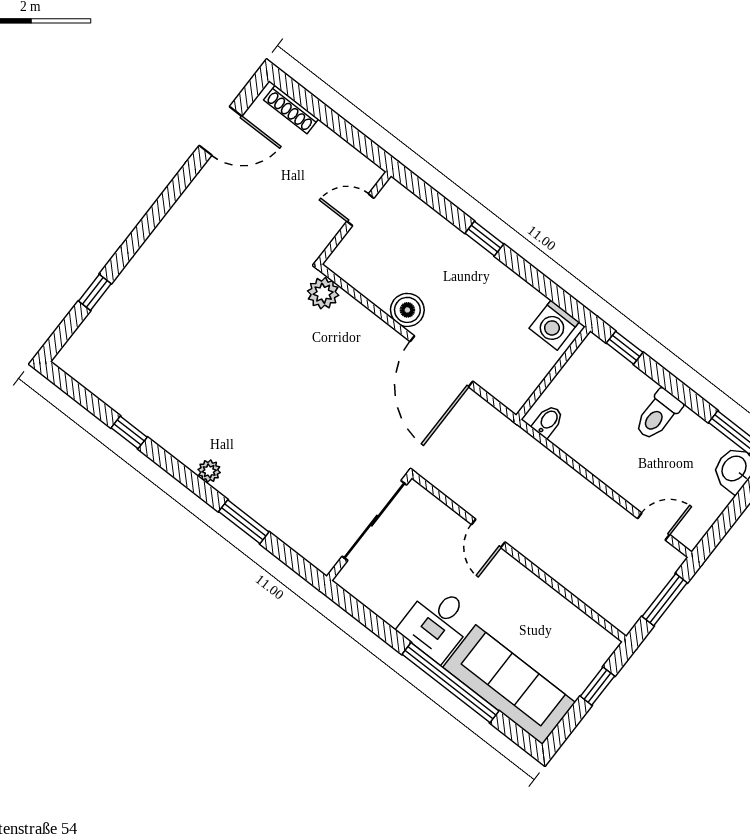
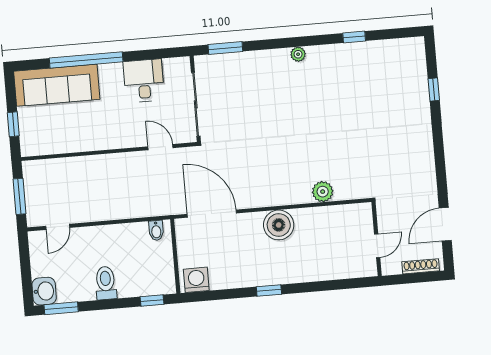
door: (360, 210) -> (377, 246), moved
wall: (354, 218) -> (377, 239), moved
boiler: (407, 310) -> (279, 225), width x1.37, depth x1.37
door: (441, 361) -> (212, 214), moved
window: (244, 522) -> (225, 48), moved
door: (488, 533) -> (160, 147), moved
desk: (437, 623) -> (144, 81), moved

